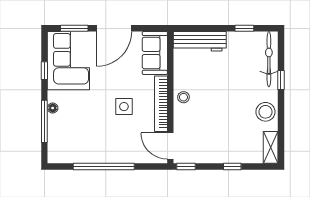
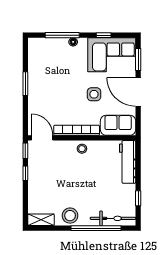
window: (281, 80) -> (96, 228), width x3.17
side table: (124, 107) -> (94, 94), moved
door: (170, 146) -> (42, 138), hinge flipped
window: (104, 167) -> (25, 84), width x0.47
window: (232, 167) -> (25, 173), moved

